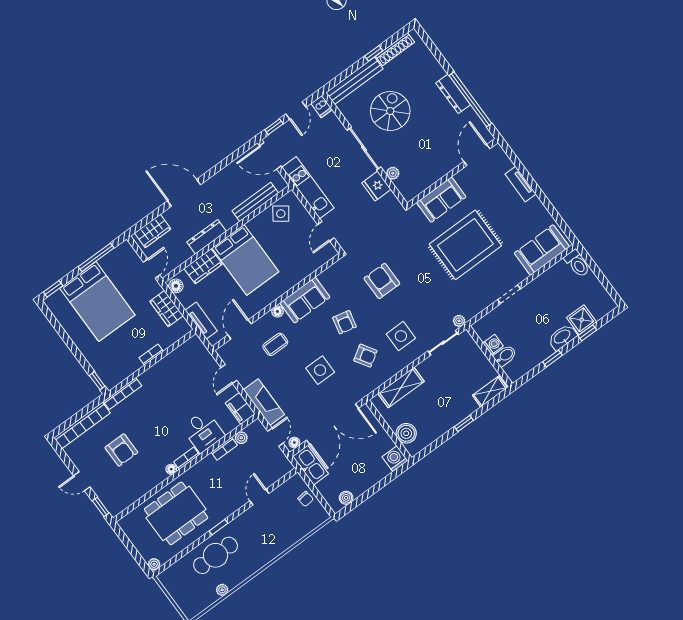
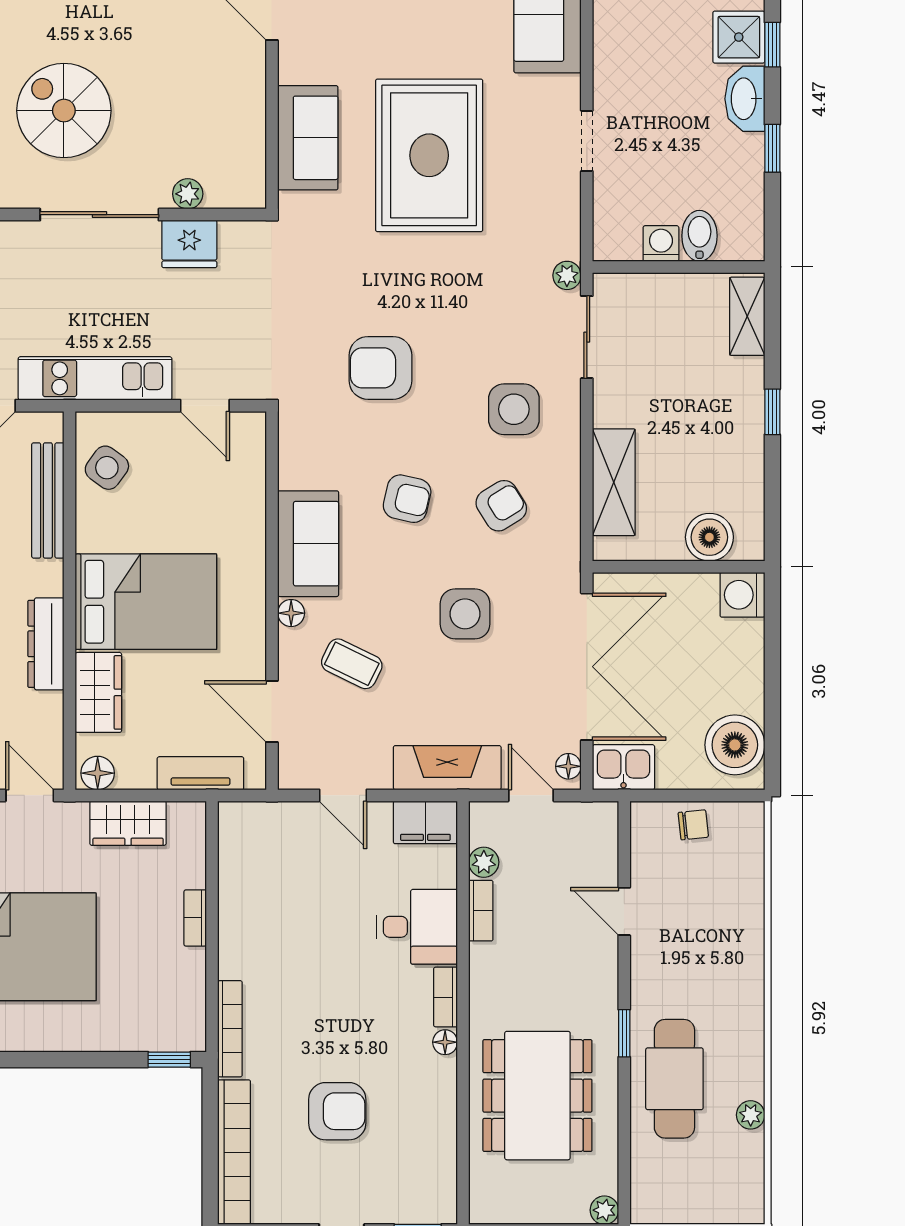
coffee table: (275, 344) -> (352, 664), turned -64
kitchen sink: (311, 465) -> (623, 767), width x0.73
boiler: (346, 498) -> (735, 745), width x1.86, depth x1.86

